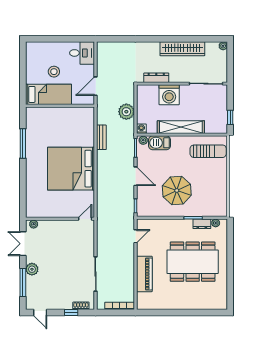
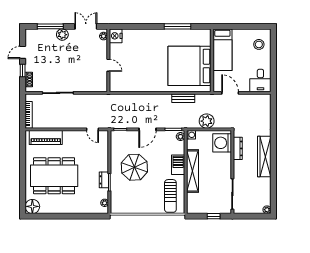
wardrobe: (182, 49) -> (264, 156), moved
stool: (54, 72) -> (259, 44), moved
washing machine: (169, 95) -> (222, 143), moved
window: (230, 117) -> (214, 216), moved
barbecue: (159, 143) -> (178, 165), moved
bed: (71, 169) -> (190, 66), moved, turned -90
nightstand: (33, 211) -> (116, 36), added
door: (85, 219) -> (108, 65), moved
dresser: (202, 224) -> (104, 180), moved
dining table: (193, 262) -> (54, 176), moved, turned 90
piano: (144, 274) -> (46, 137), moved
floor lamp: (220, 302) -> (32, 206), added
door: (40, 313) -> (23, 52), moved

